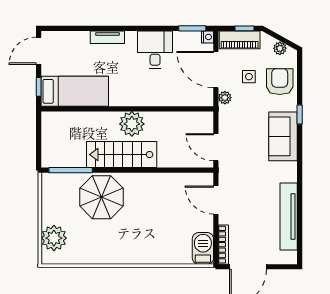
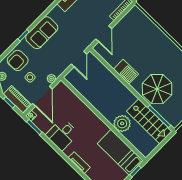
plant: (132, 124) -> (122, 123), moved
stairs: (122, 155) -> (149, 121), moved
barbecue: (203, 248) -> (126, 72), moved, turned -90

